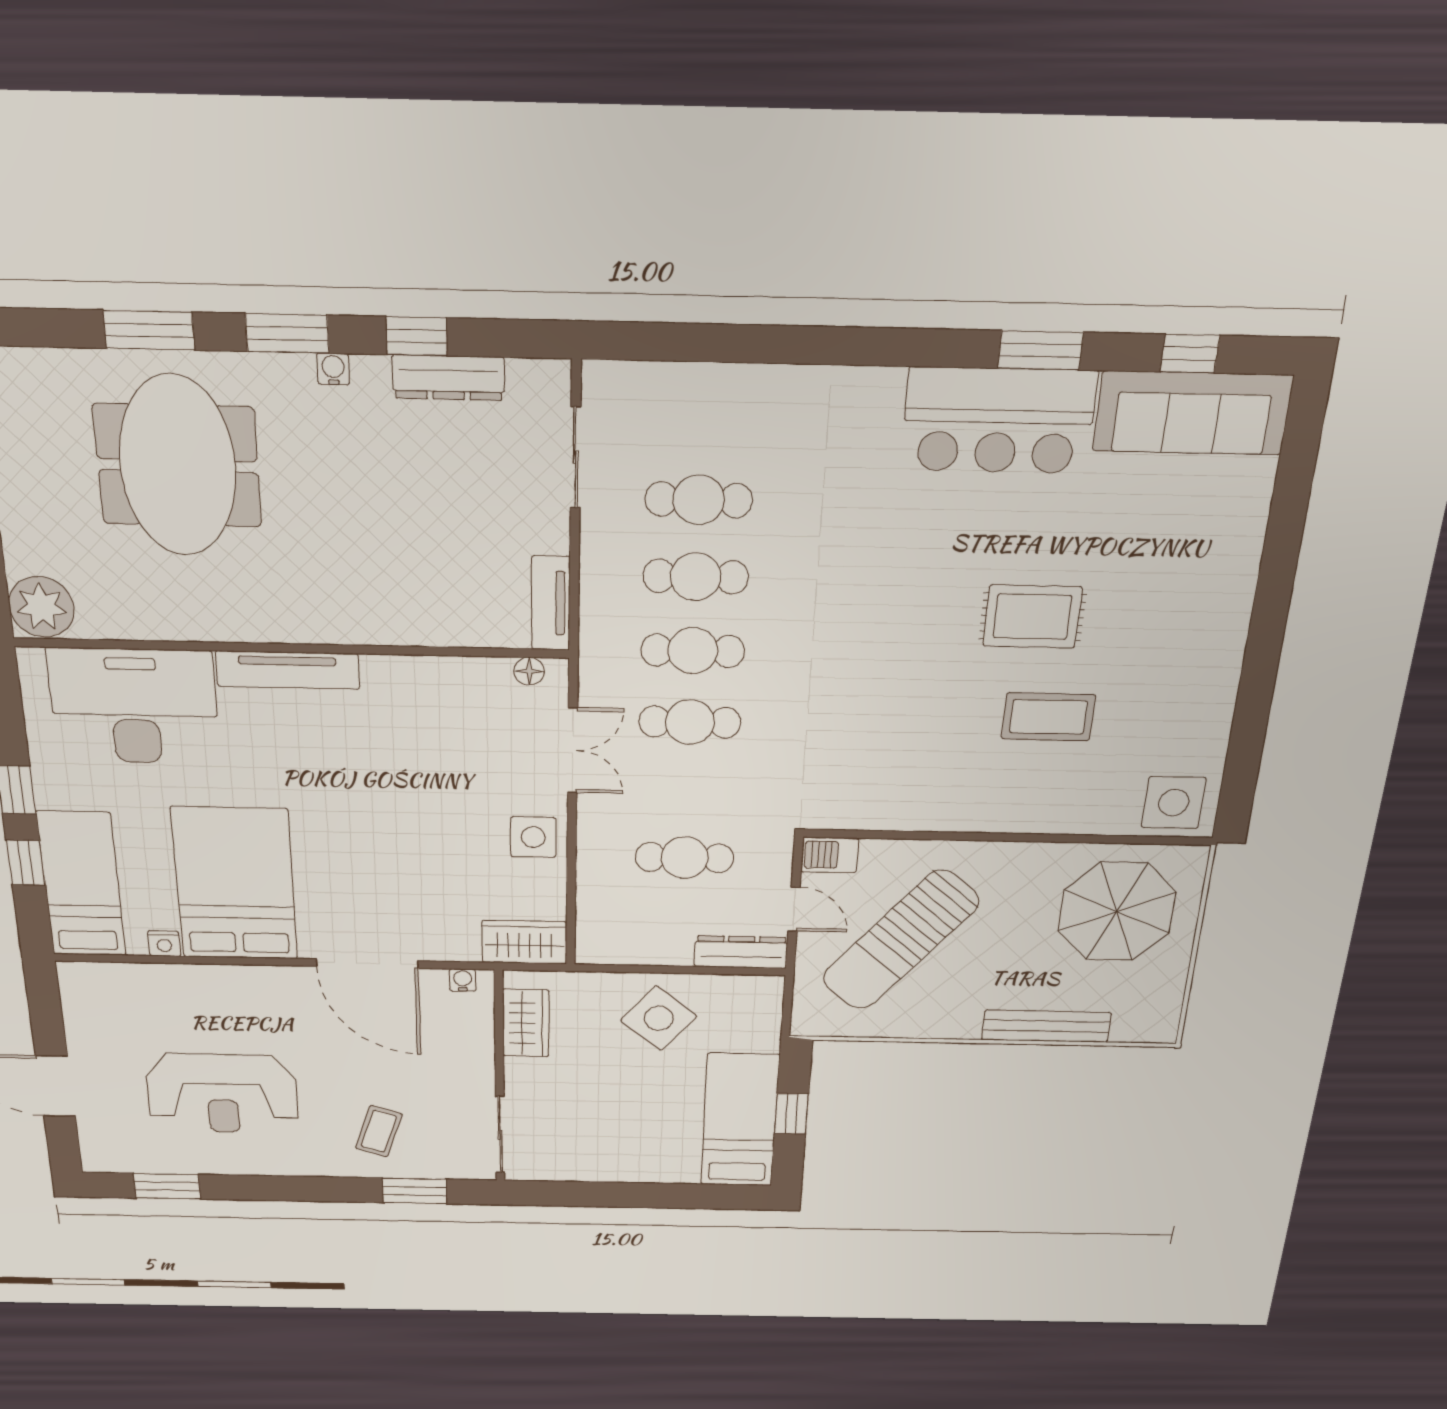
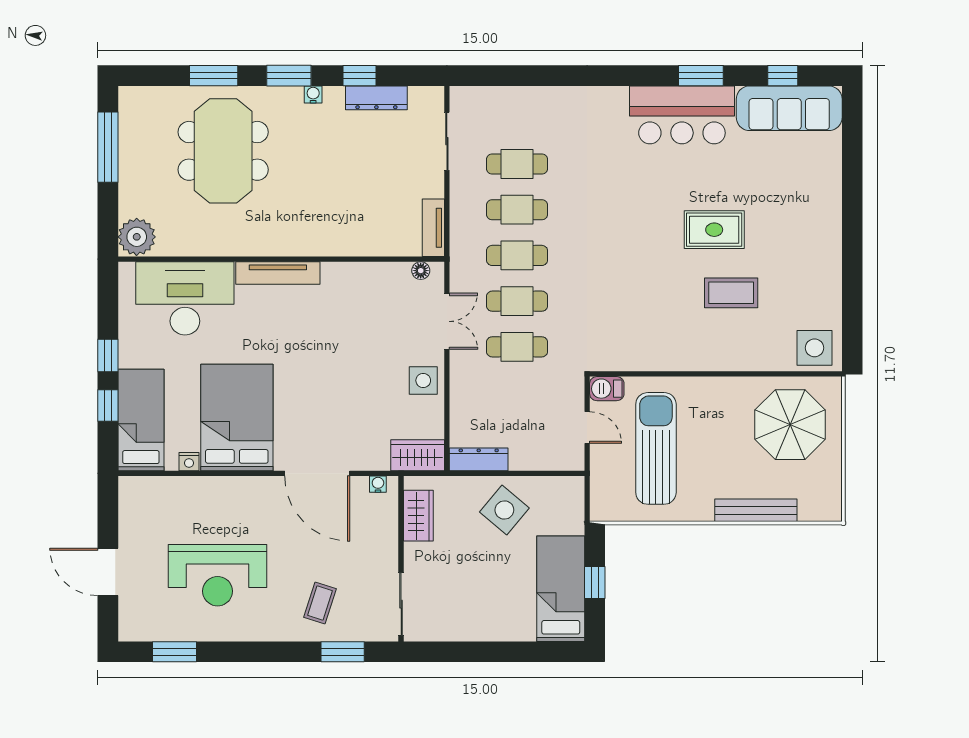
cafe table: (685, 858) -> (517, 347), moved
sun lounger: (901, 940) -> (656, 448), turned 140
dresser: (741, 952) -> (479, 459), moved

